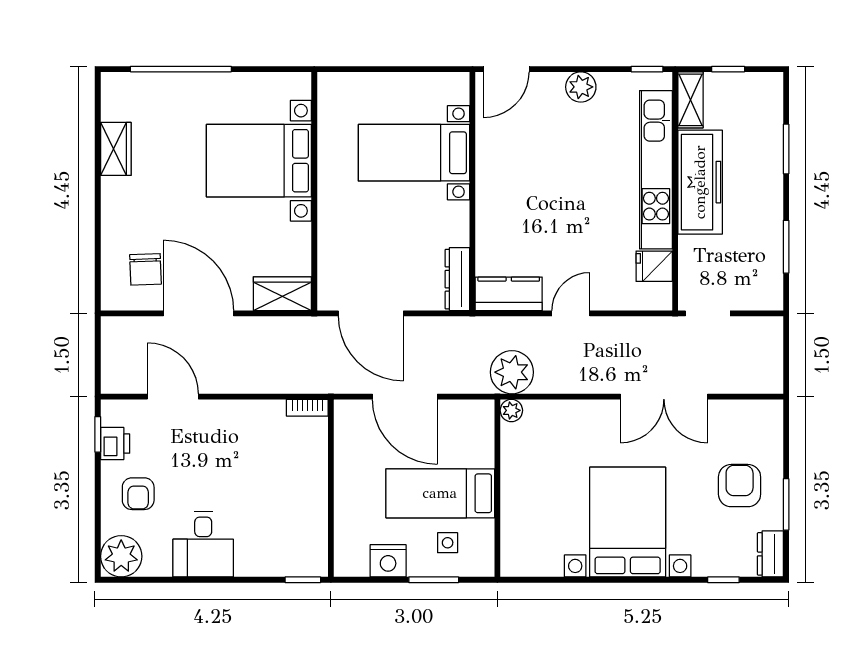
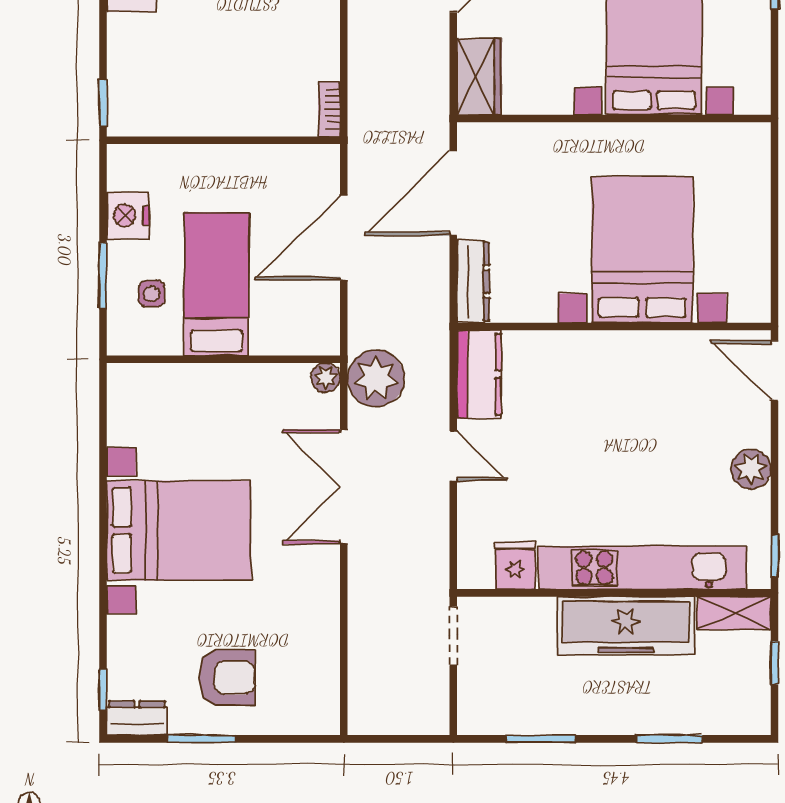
bed with nightstands: (414, 153) -> (642, 250), width x1.36
dresser: (457, 279) -> (473, 281), moved, turned 90
double door: (664, 397) -> (344, 487), moved
window: (723, 580) -> (103, 689), moved

